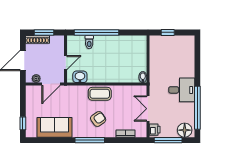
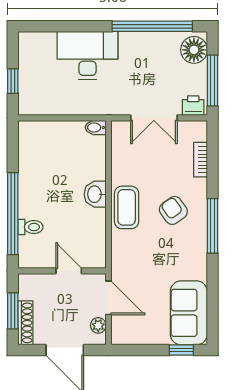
washbasin: (80, 77) -> (95, 194), moved
desk: (182, 90) -> (88, 55), moved, width x1.37
sofa: (55, 127) -> (189, 313), moved

